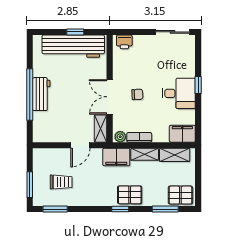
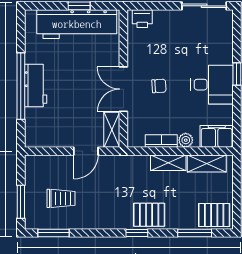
plant: (120, 137) -> (186, 140), moved
filing cabinet: (116, 157) -> (132, 166), removed

